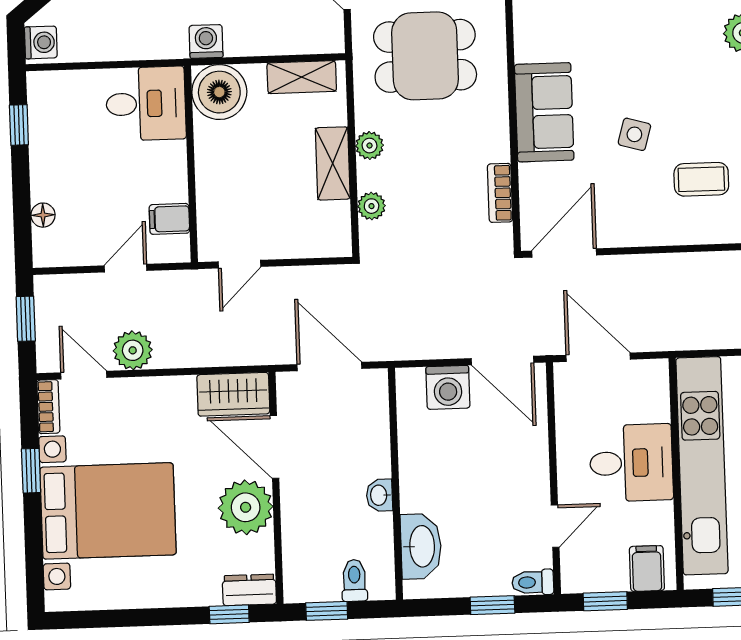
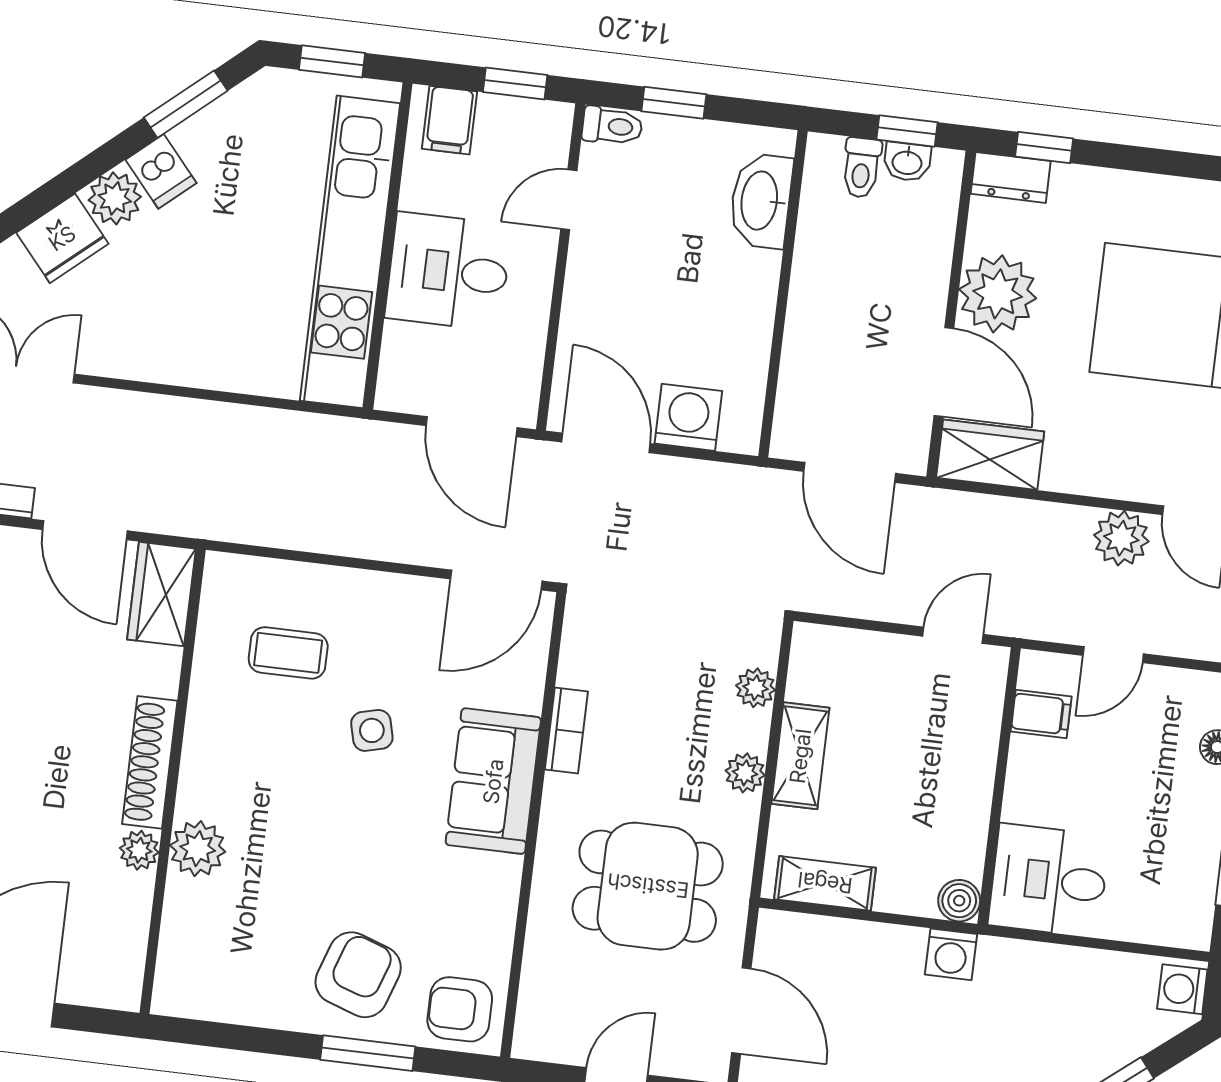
boiler: (219, 92) -> (959, 901), width x0.54, depth x0.54
side table: (634, 134) -> (372, 730), turned -30
bookcase: (500, 193) -> (566, 731), moved
washbasin: (379, 495) -> (907, 162), moved, turned 90

